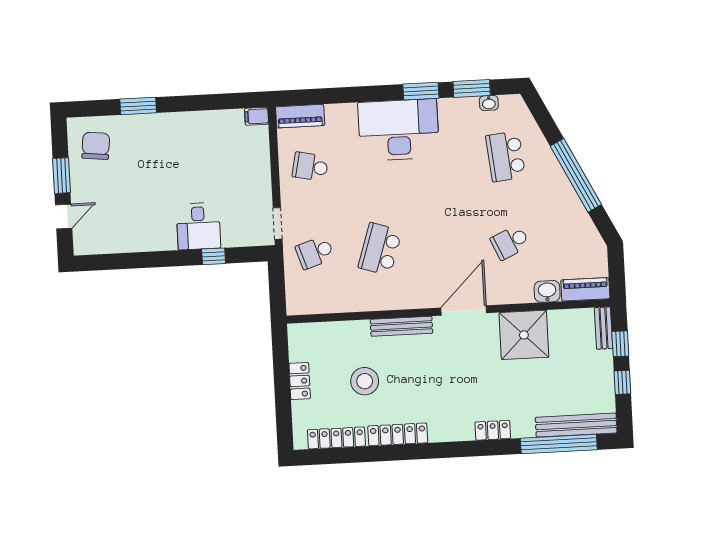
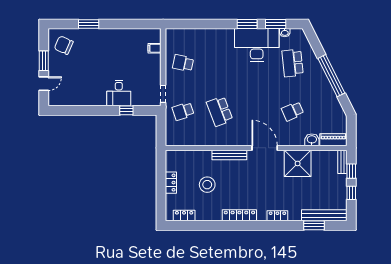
filing cabinet: (257, 116) -> (155, 48), moved
piano: (300, 116) -> (179, 35), removed
desk: (398, 130) -> (257, 45), moved
chair: (96, 146) -> (64, 45), turned -72
school desk: (380, 249) -> (220, 111), turned -39
door: (464, 310) -> (265, 148), hinge flipped
locker: (398, 434) -> (239, 215), moved
locker: (336, 438) -> (184, 216), width x0.66
window: (559, 444) -> (314, 225), width x0.47

